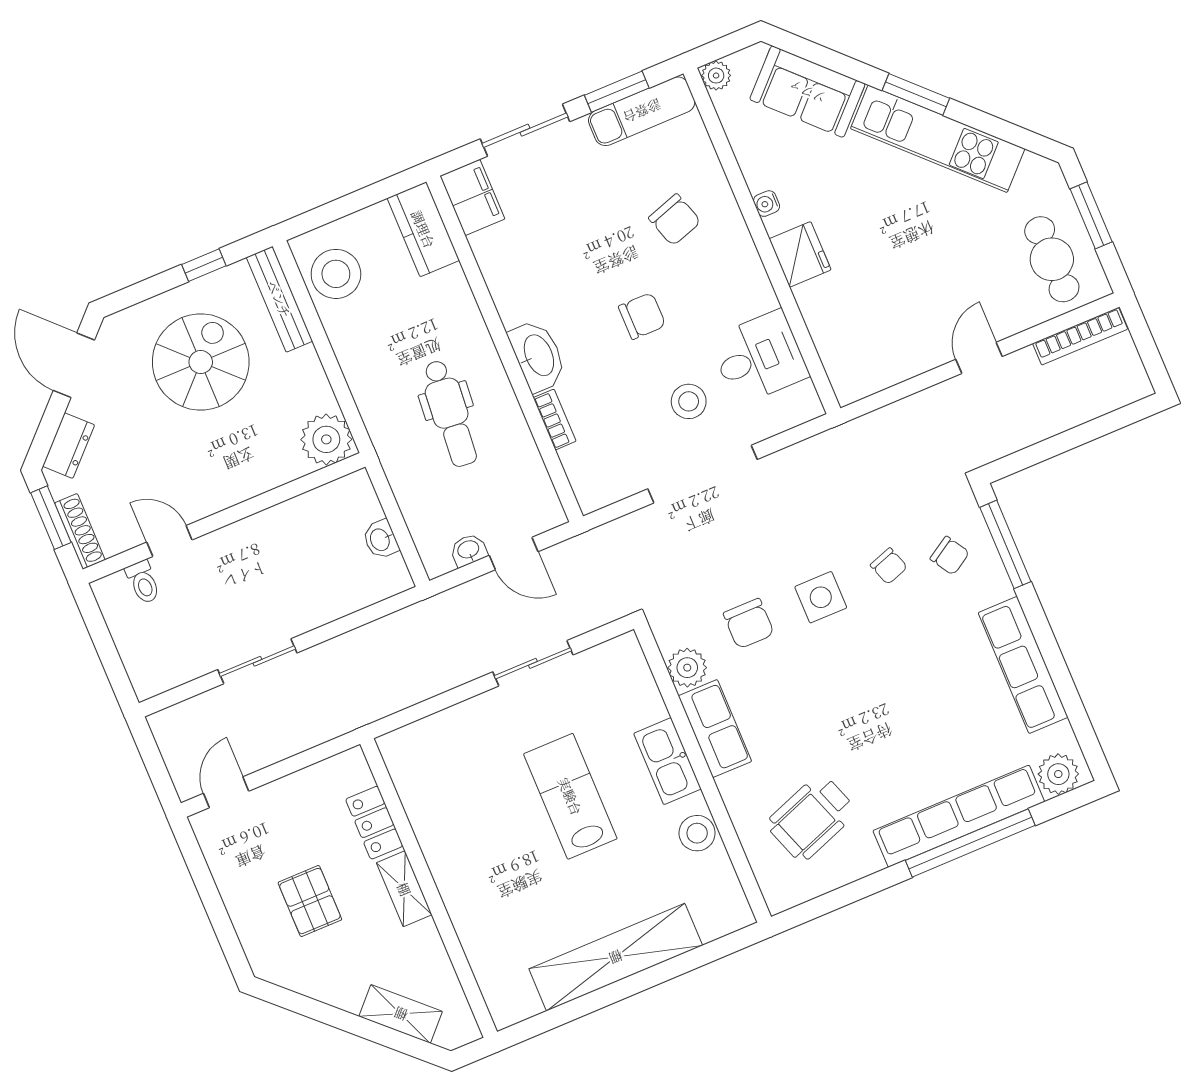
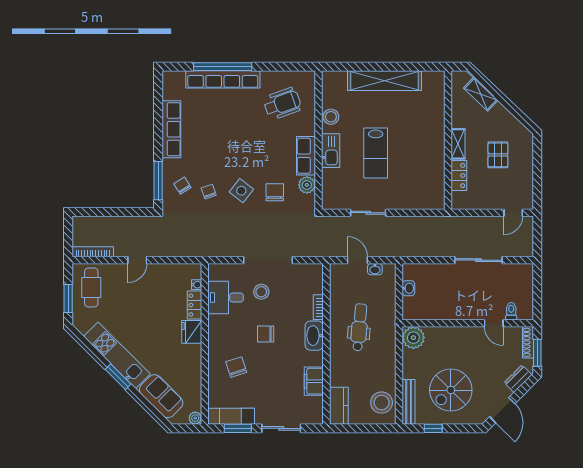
filing cabinet: (472, 197) -> (314, 381), moved
water cooler: (767, 204) -> (197, 285), moved
locker: (818, 314) -> (194, 305), added
side table: (821, 597) -> (241, 191), turned 38
sliding door: (257, 661) -> (479, 260), width x1.37
plant: (1058, 774) -> (176, 79), removed

